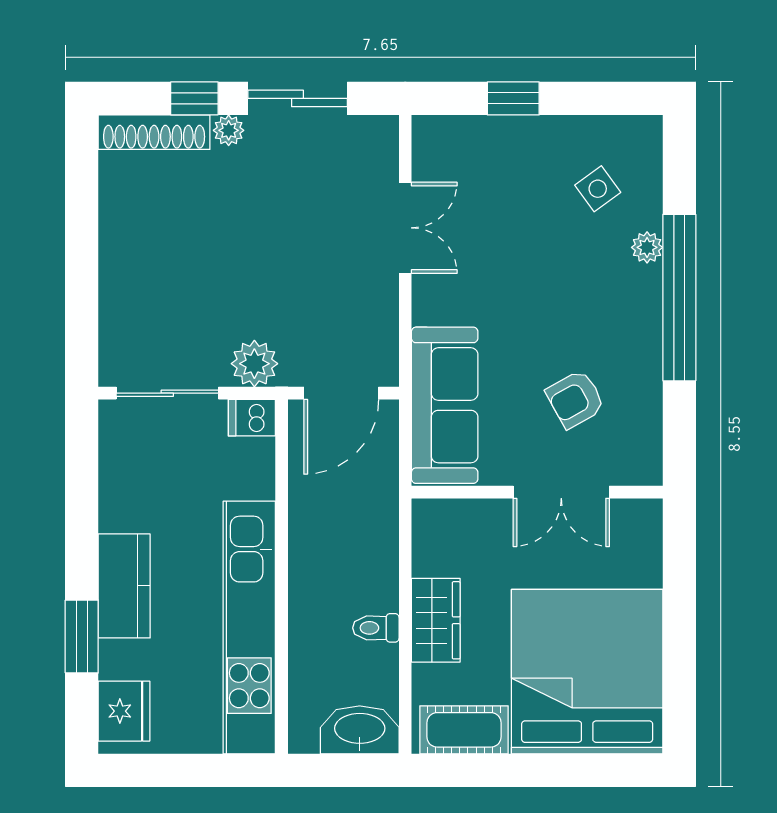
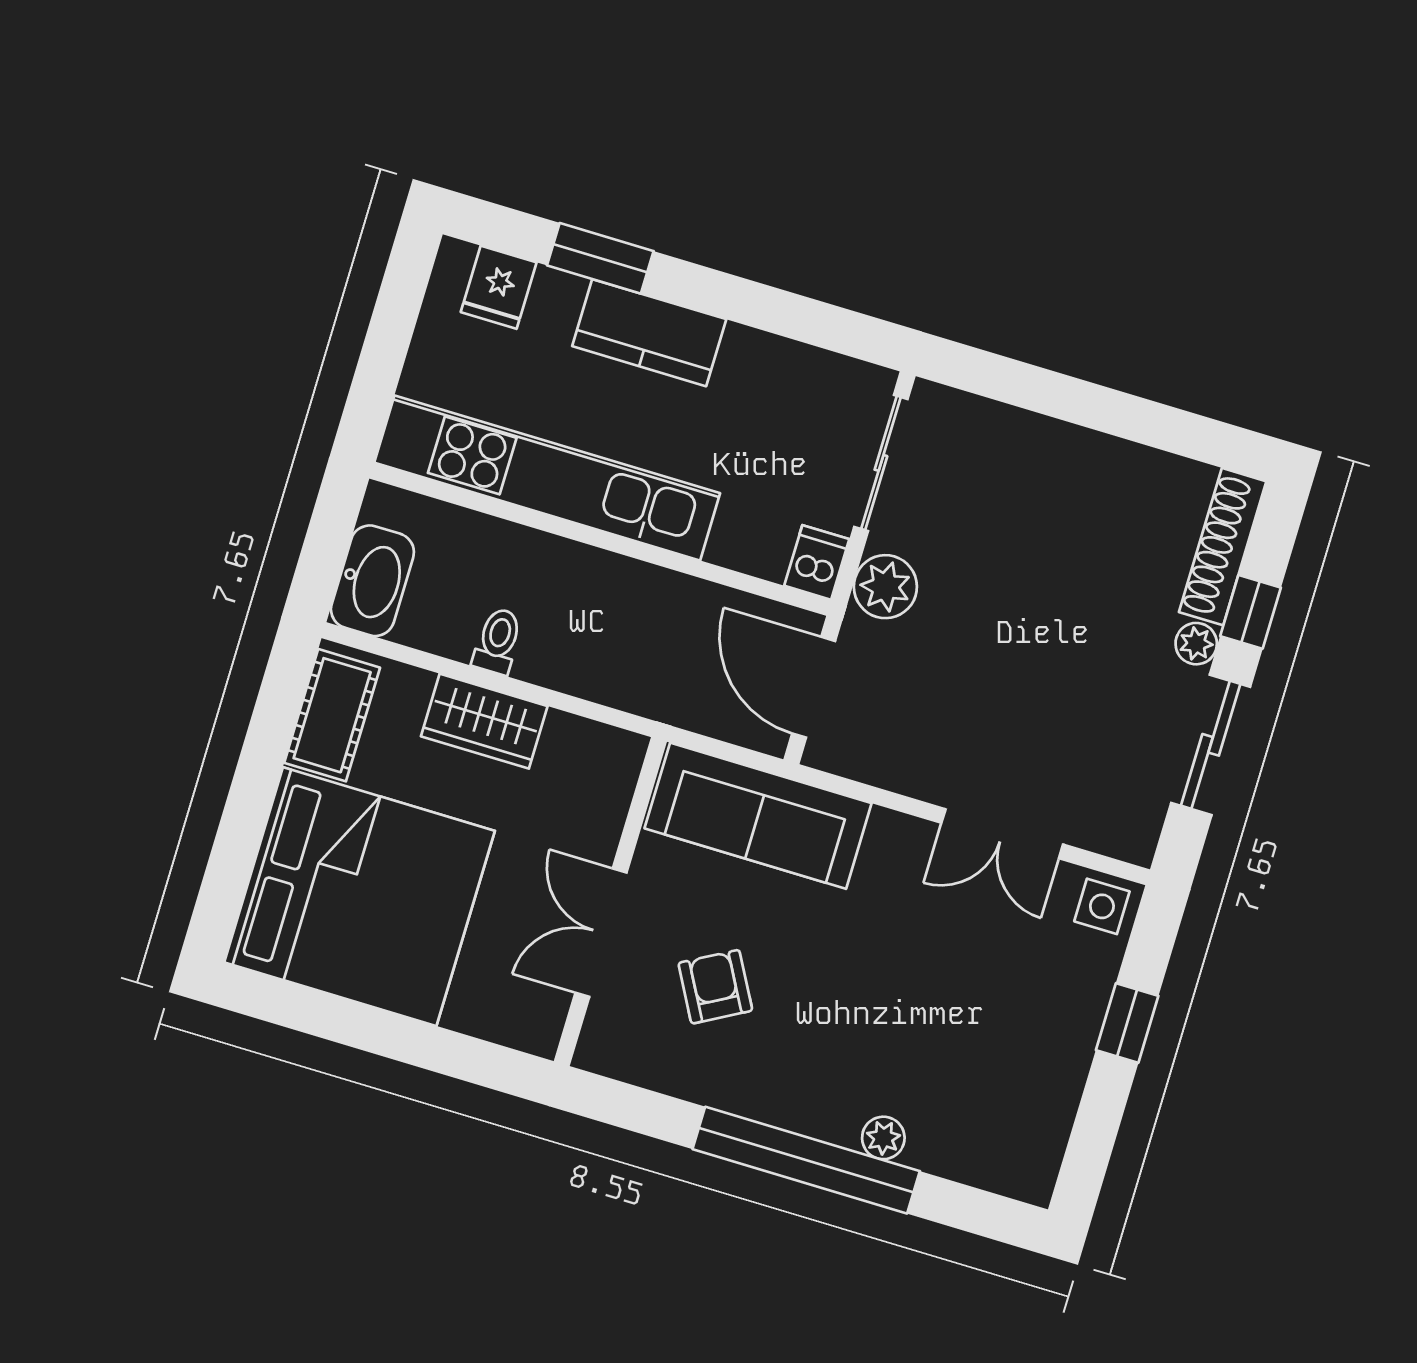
side table: (598, 189) -> (1102, 906), moved, turned 36
fridge: (124, 711) -> (499, 287), width x0.72

